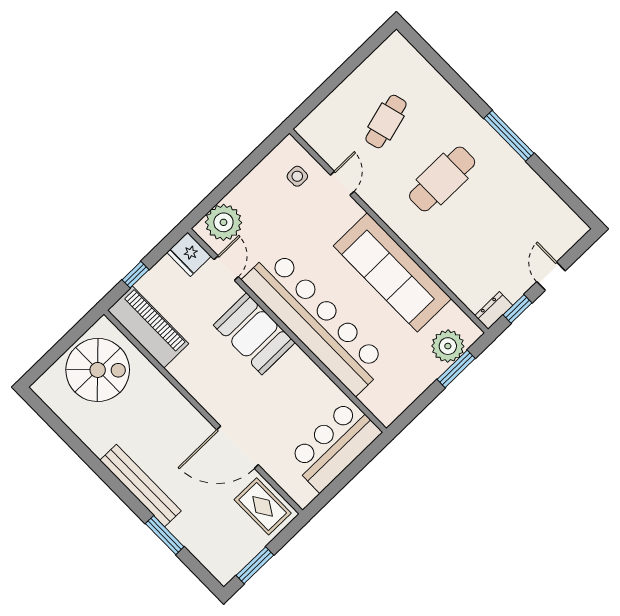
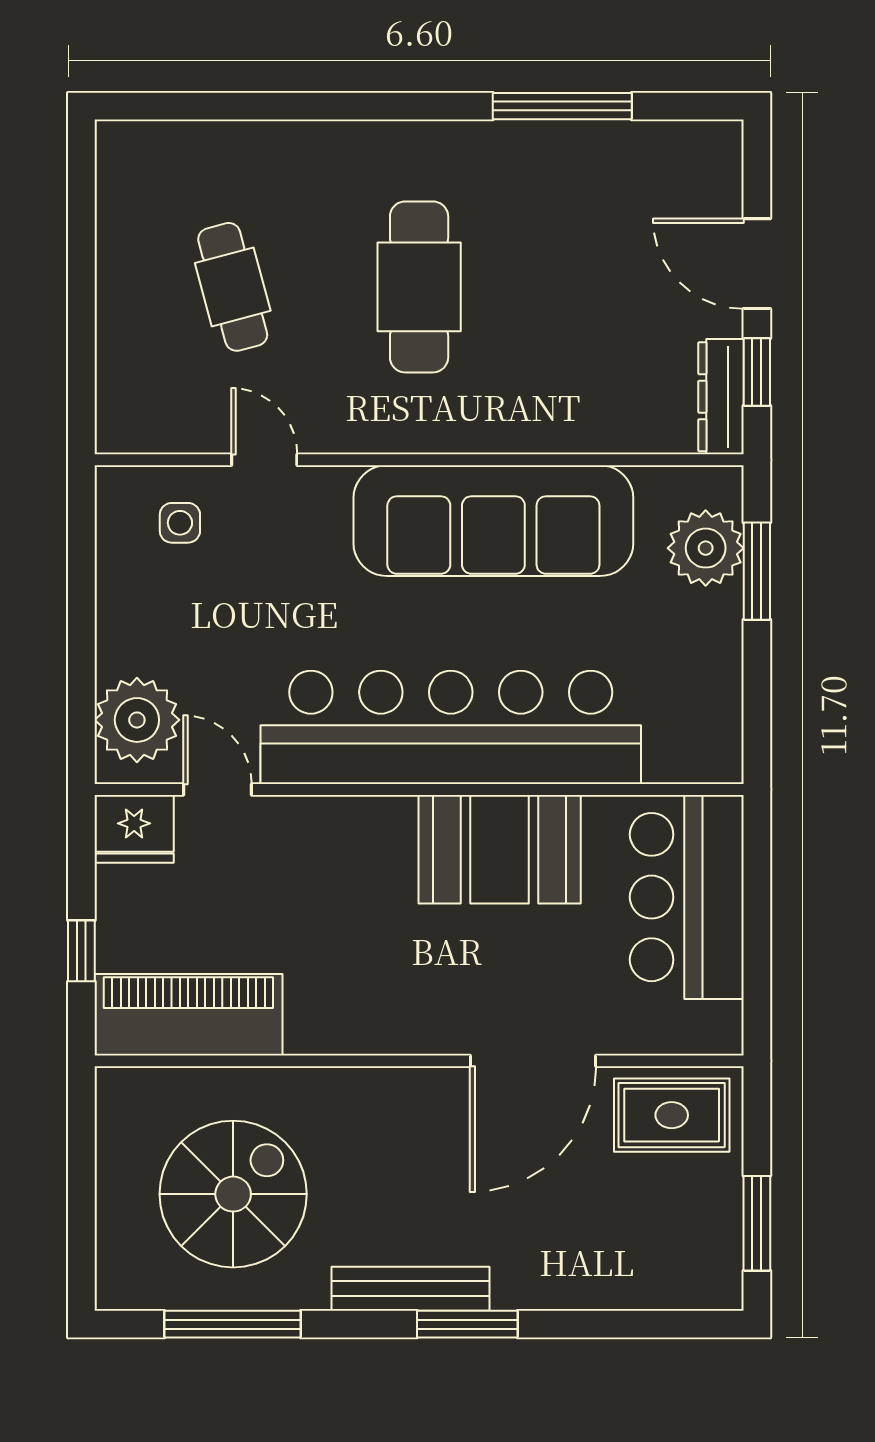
window: (509, 136) -> (562, 106), moved
door: (551, 276) -> (757, 264), width x1.38
dresser: (494, 311) -> (721, 397), width x1.44
booth: (254, 334) -> (500, 849), moved
spiral stairs: (98, 370) -> (233, 1194), moved
window: (66, 434) -> (233, 1324), added
bench: (140, 486) -> (410, 1289), width x0.73, depth x0.82
window: (165, 535) -> (467, 1324), moved

